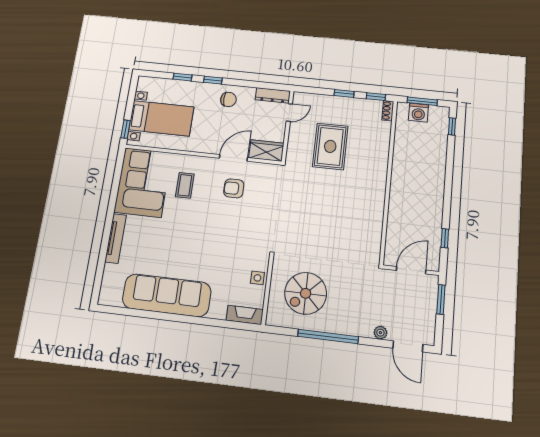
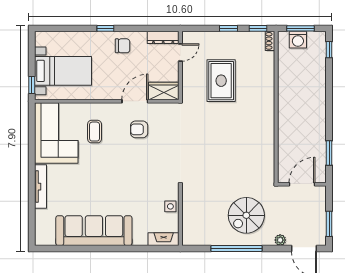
window: (182, 77) -> (76, 28), removed
window: (445, 238) -> (329, 153), width x1.50
spiral stairs: (306, 293) -> (246, 215), moved
window: (441, 299) -> (329, 224), moved

